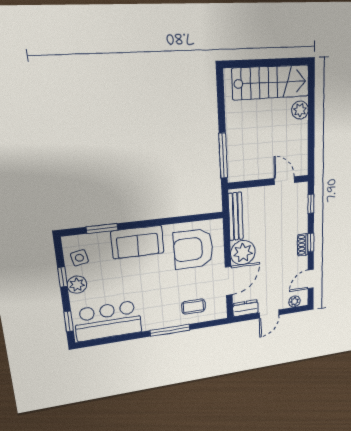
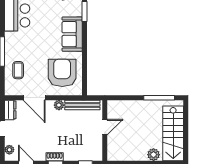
window: (223, 156) -> (159, 98), moved
door: (284, 181) -> (105, 127), moved
plant: (243, 253) -> (59, 105), width x0.53, depth x0.53

